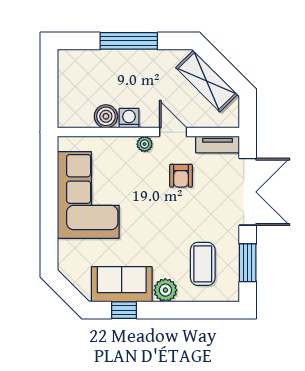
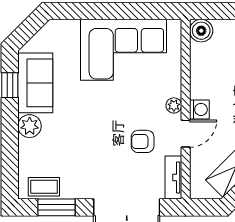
boiler: (106, 116) -> (201, 31), moved
washing machine: (129, 118) -> (199, 109), moved
coffee table: (203, 264) -> (44, 187), moved, width x0.73, depth x0.77

